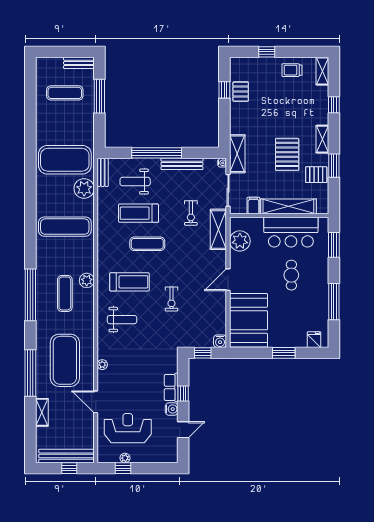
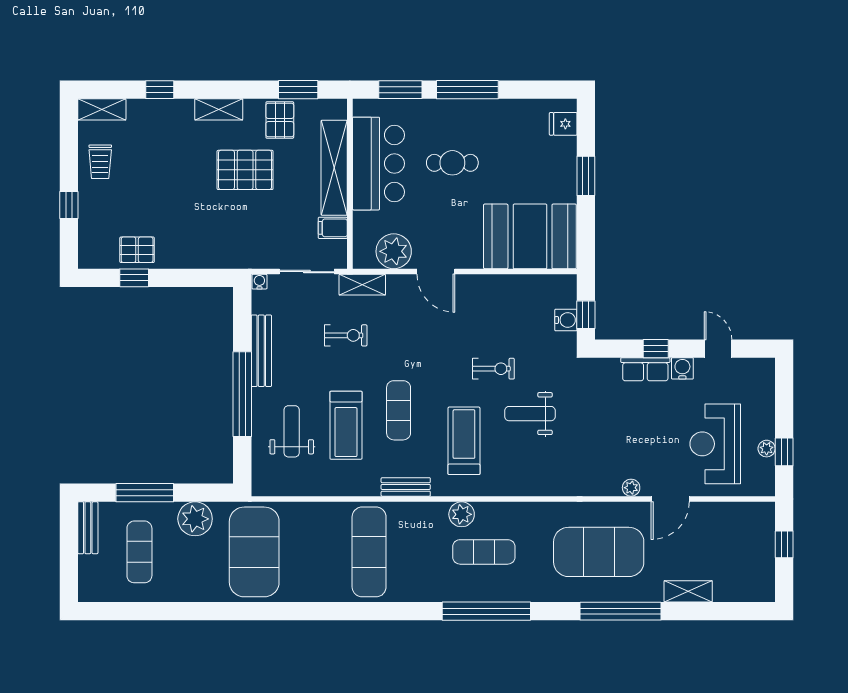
shelving: (237, 154) -> (244, 256), removed
window: (334, 166) -> (298, 90), moved
bench: (103, 172) -> (406, 487), moved
weight bench: (135, 182) -> (292, 431), turned 180
plant: (84, 189) -> (195, 519), moved
shelving: (218, 229) -> (362, 285), width x0.67, depth x0.75
door: (228, 280) -> (436, 272), moved
window: (334, 302) -> (467, 90), moved
weight bench: (122, 320) -> (530, 414), moved, turned -90
water cooler: (220, 341) -> (566, 320), moved
plant: (102, 365) -> (631, 488), moved
bench: (66, 456) -> (763, 549), removed

